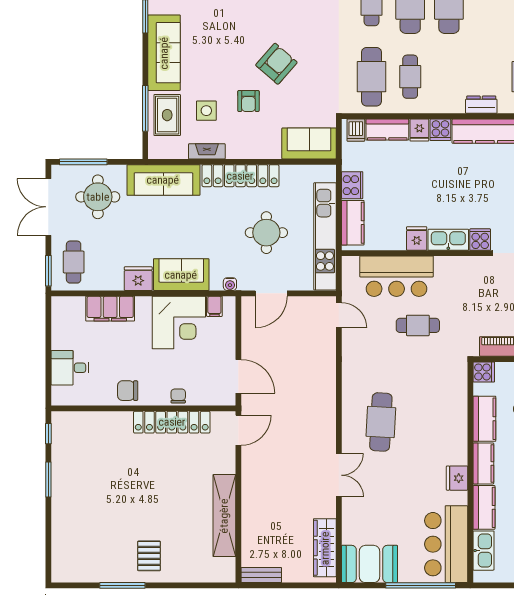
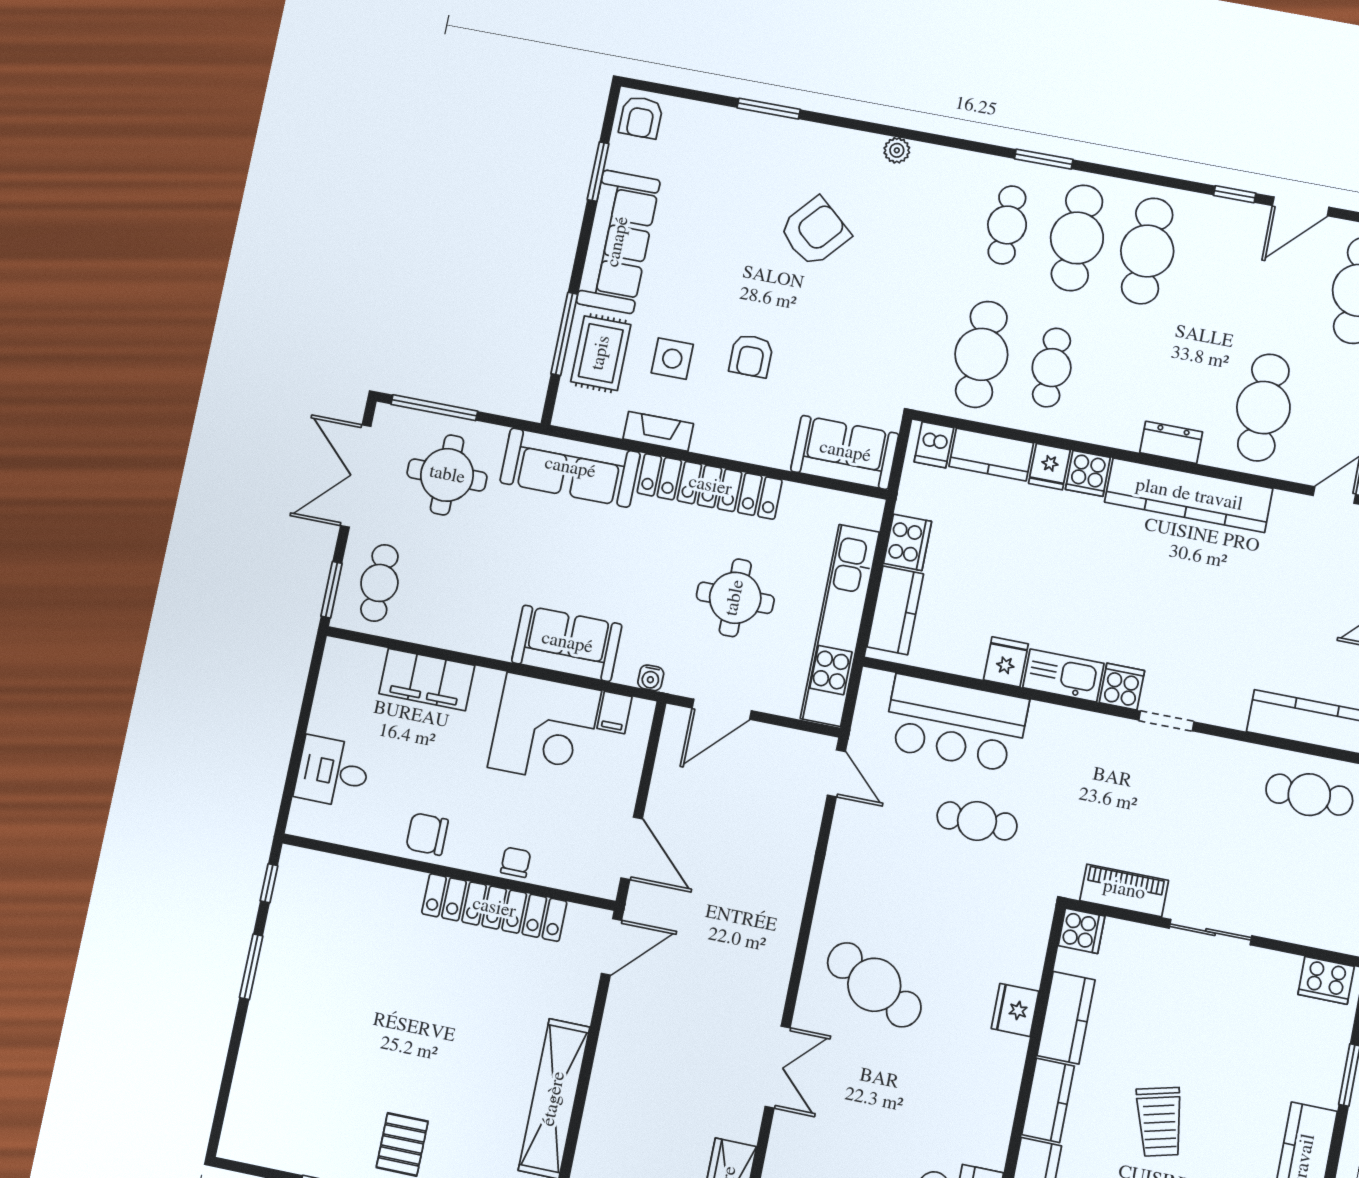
armchair: (276, 64) -> (815, 232), moved
fridge: (138, 279) -> (488, 635), removed
cafe table: (381, 422) -> (874, 985), turned -65
fridge: (457, 478) -> (1015, 1010), moved

